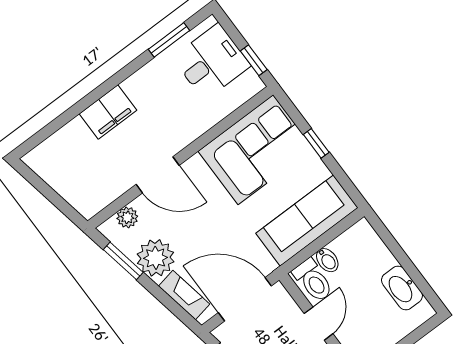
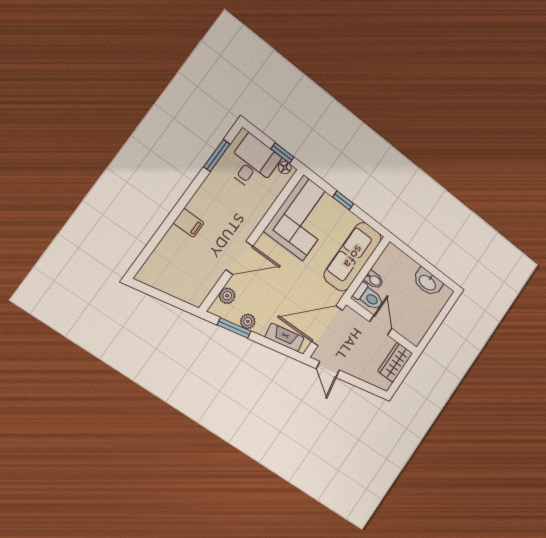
floor lamp: (251, 79) -> (285, 167), added
filing cabinet: (108, 112) -> (189, 223), width x0.50
plant: (156, 258) -> (248, 321), width x0.53, depth x0.53

